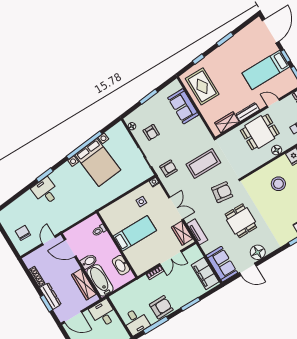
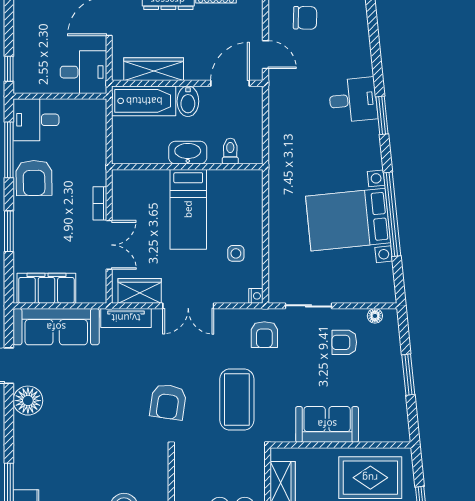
sofa: (183, 106) -> (327, 424), moved
dining table: (241, 221) -> (99, 404), removed
double door: (170, 258) -> (109, 245), swing flipped
sofa: (222, 264) -> (56, 327), width x1.36
washbasin: (121, 265) -> (188, 153), moved

